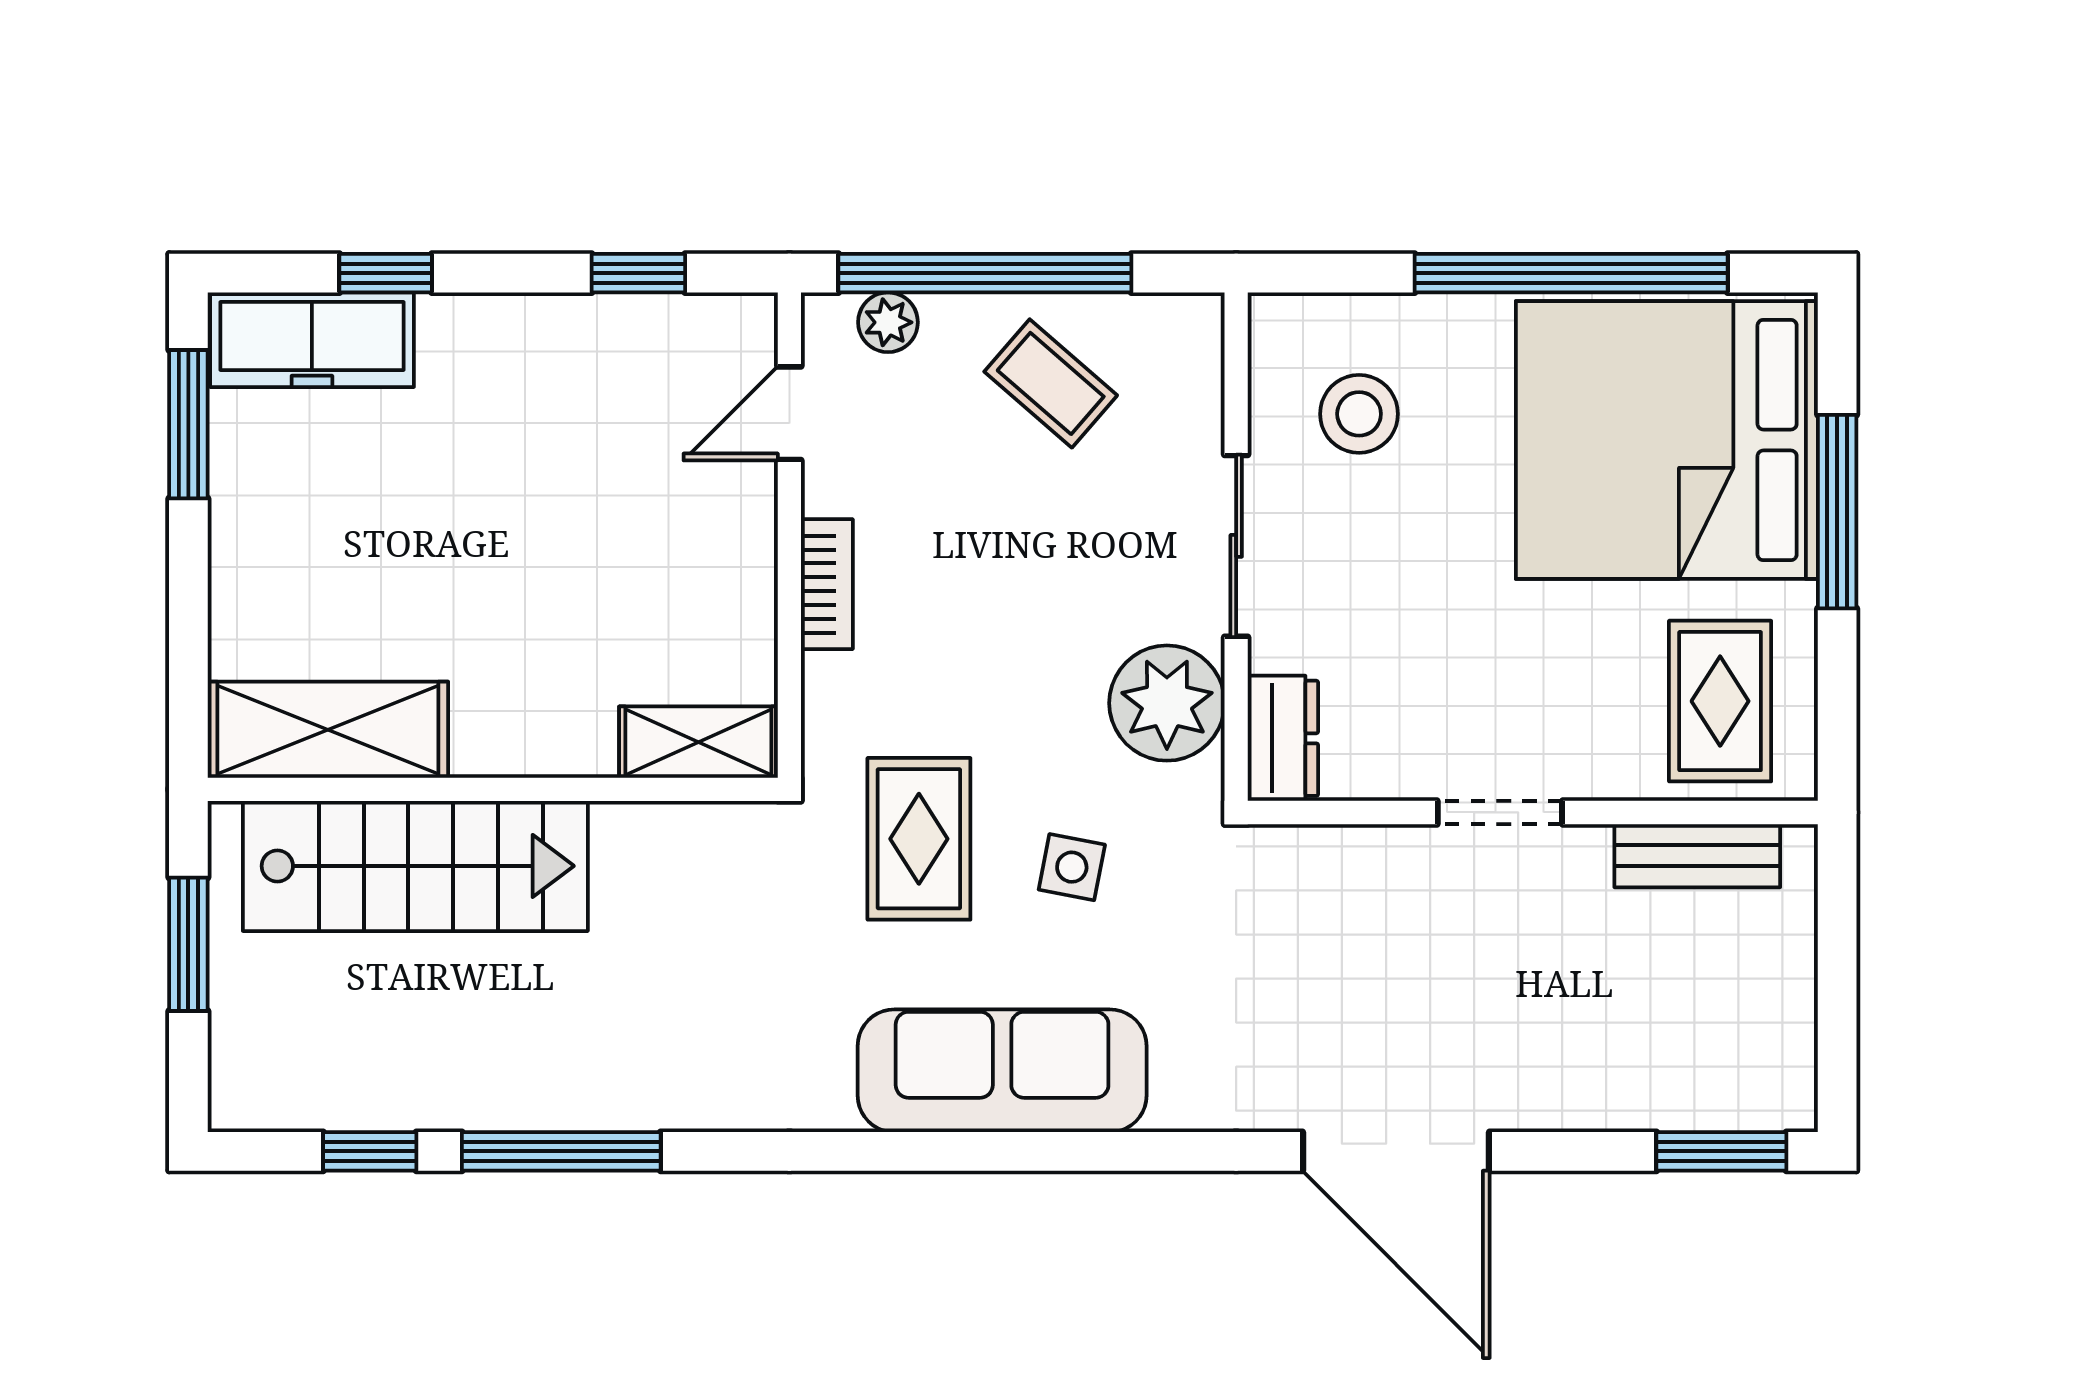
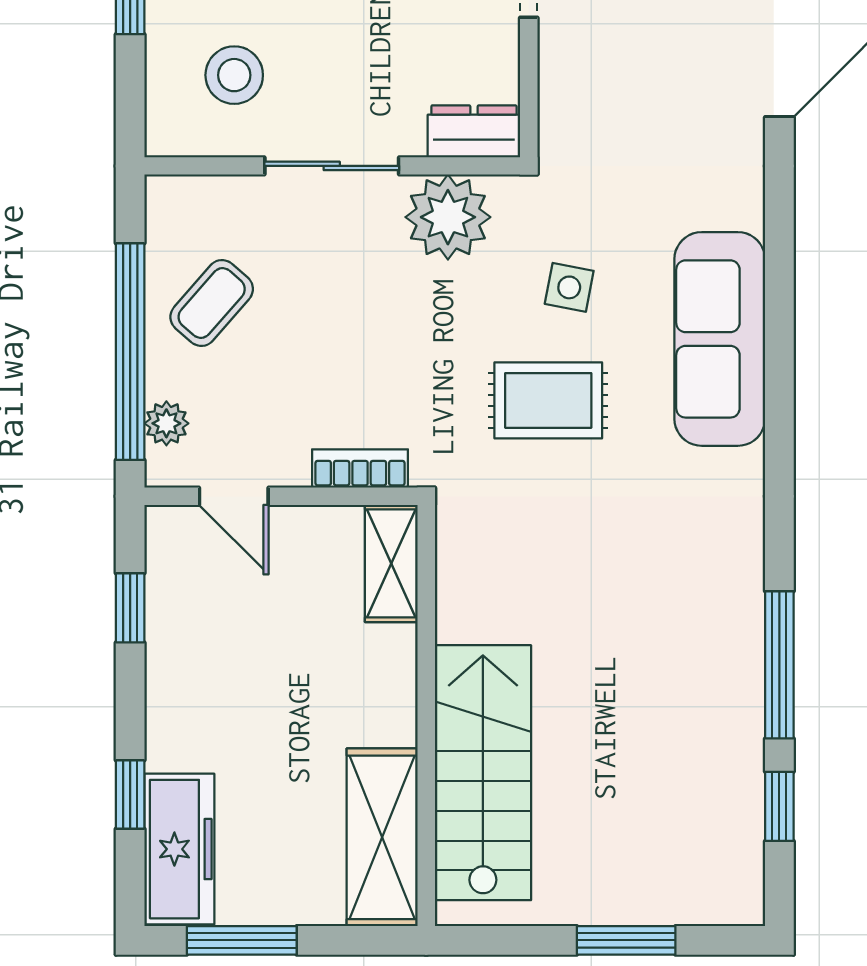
shelving: (328, 730) -> (382, 837), moved
shelving: (698, 742) -> (391, 563), moved
wall: (493, 789) -> (426, 715), moved
stairs: (415, 866) -> (483, 773), moved

